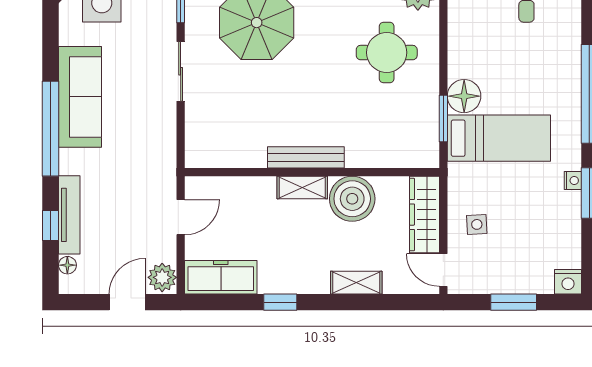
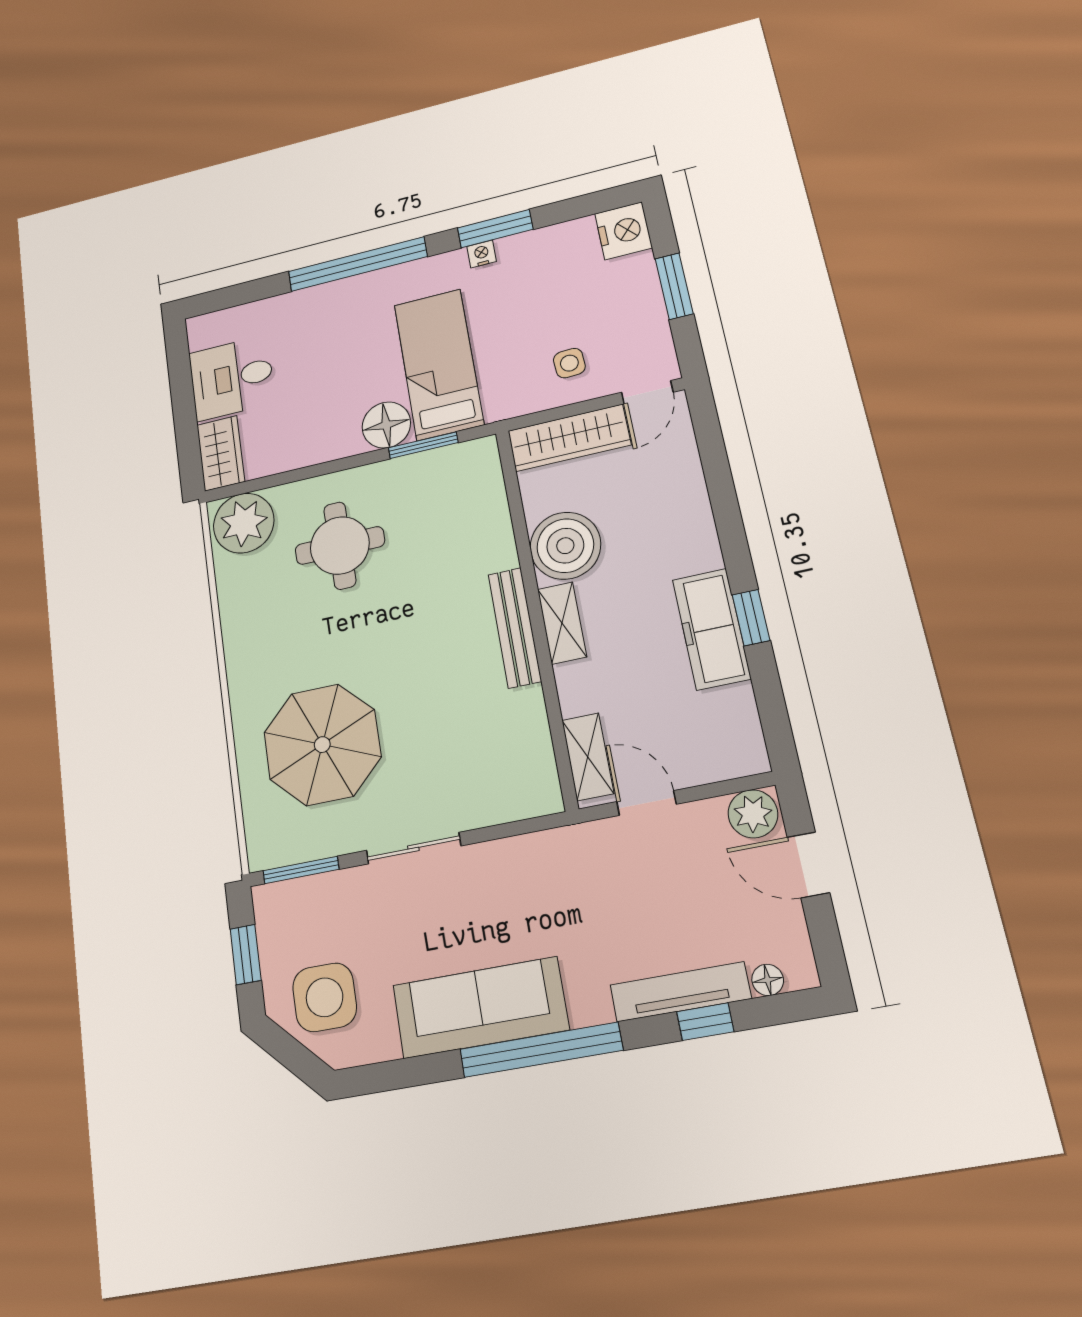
freezer: (221, 277) -> (711, 629), moved
nightstand: (568, 282) -> (624, 231), width x1.36, depth x1.33
shelving: (356, 283) -> (588, 757), moved

